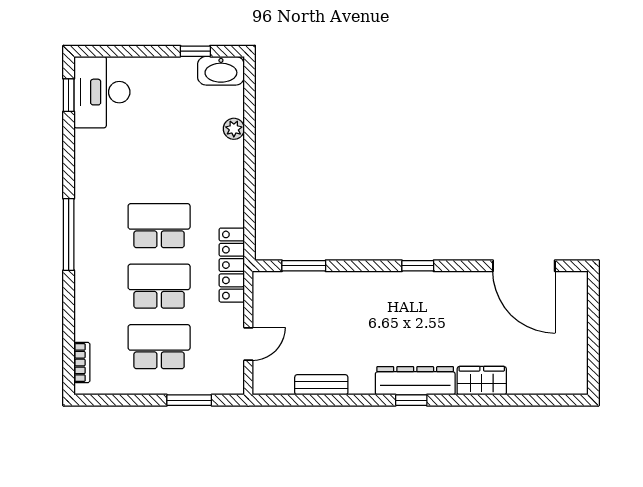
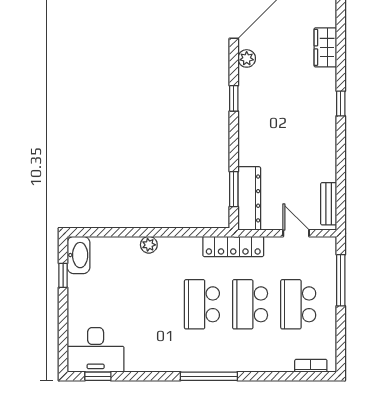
plant: (234, 129) -> (149, 245), moved
plant: (468, 282) -> (247, 58), added
dresser: (415, 381) -> (249, 198), moved, turned 180
bench: (321, 385) -> (329, 204), moved
window: (189, 400) -> (341, 280), width x1.44

